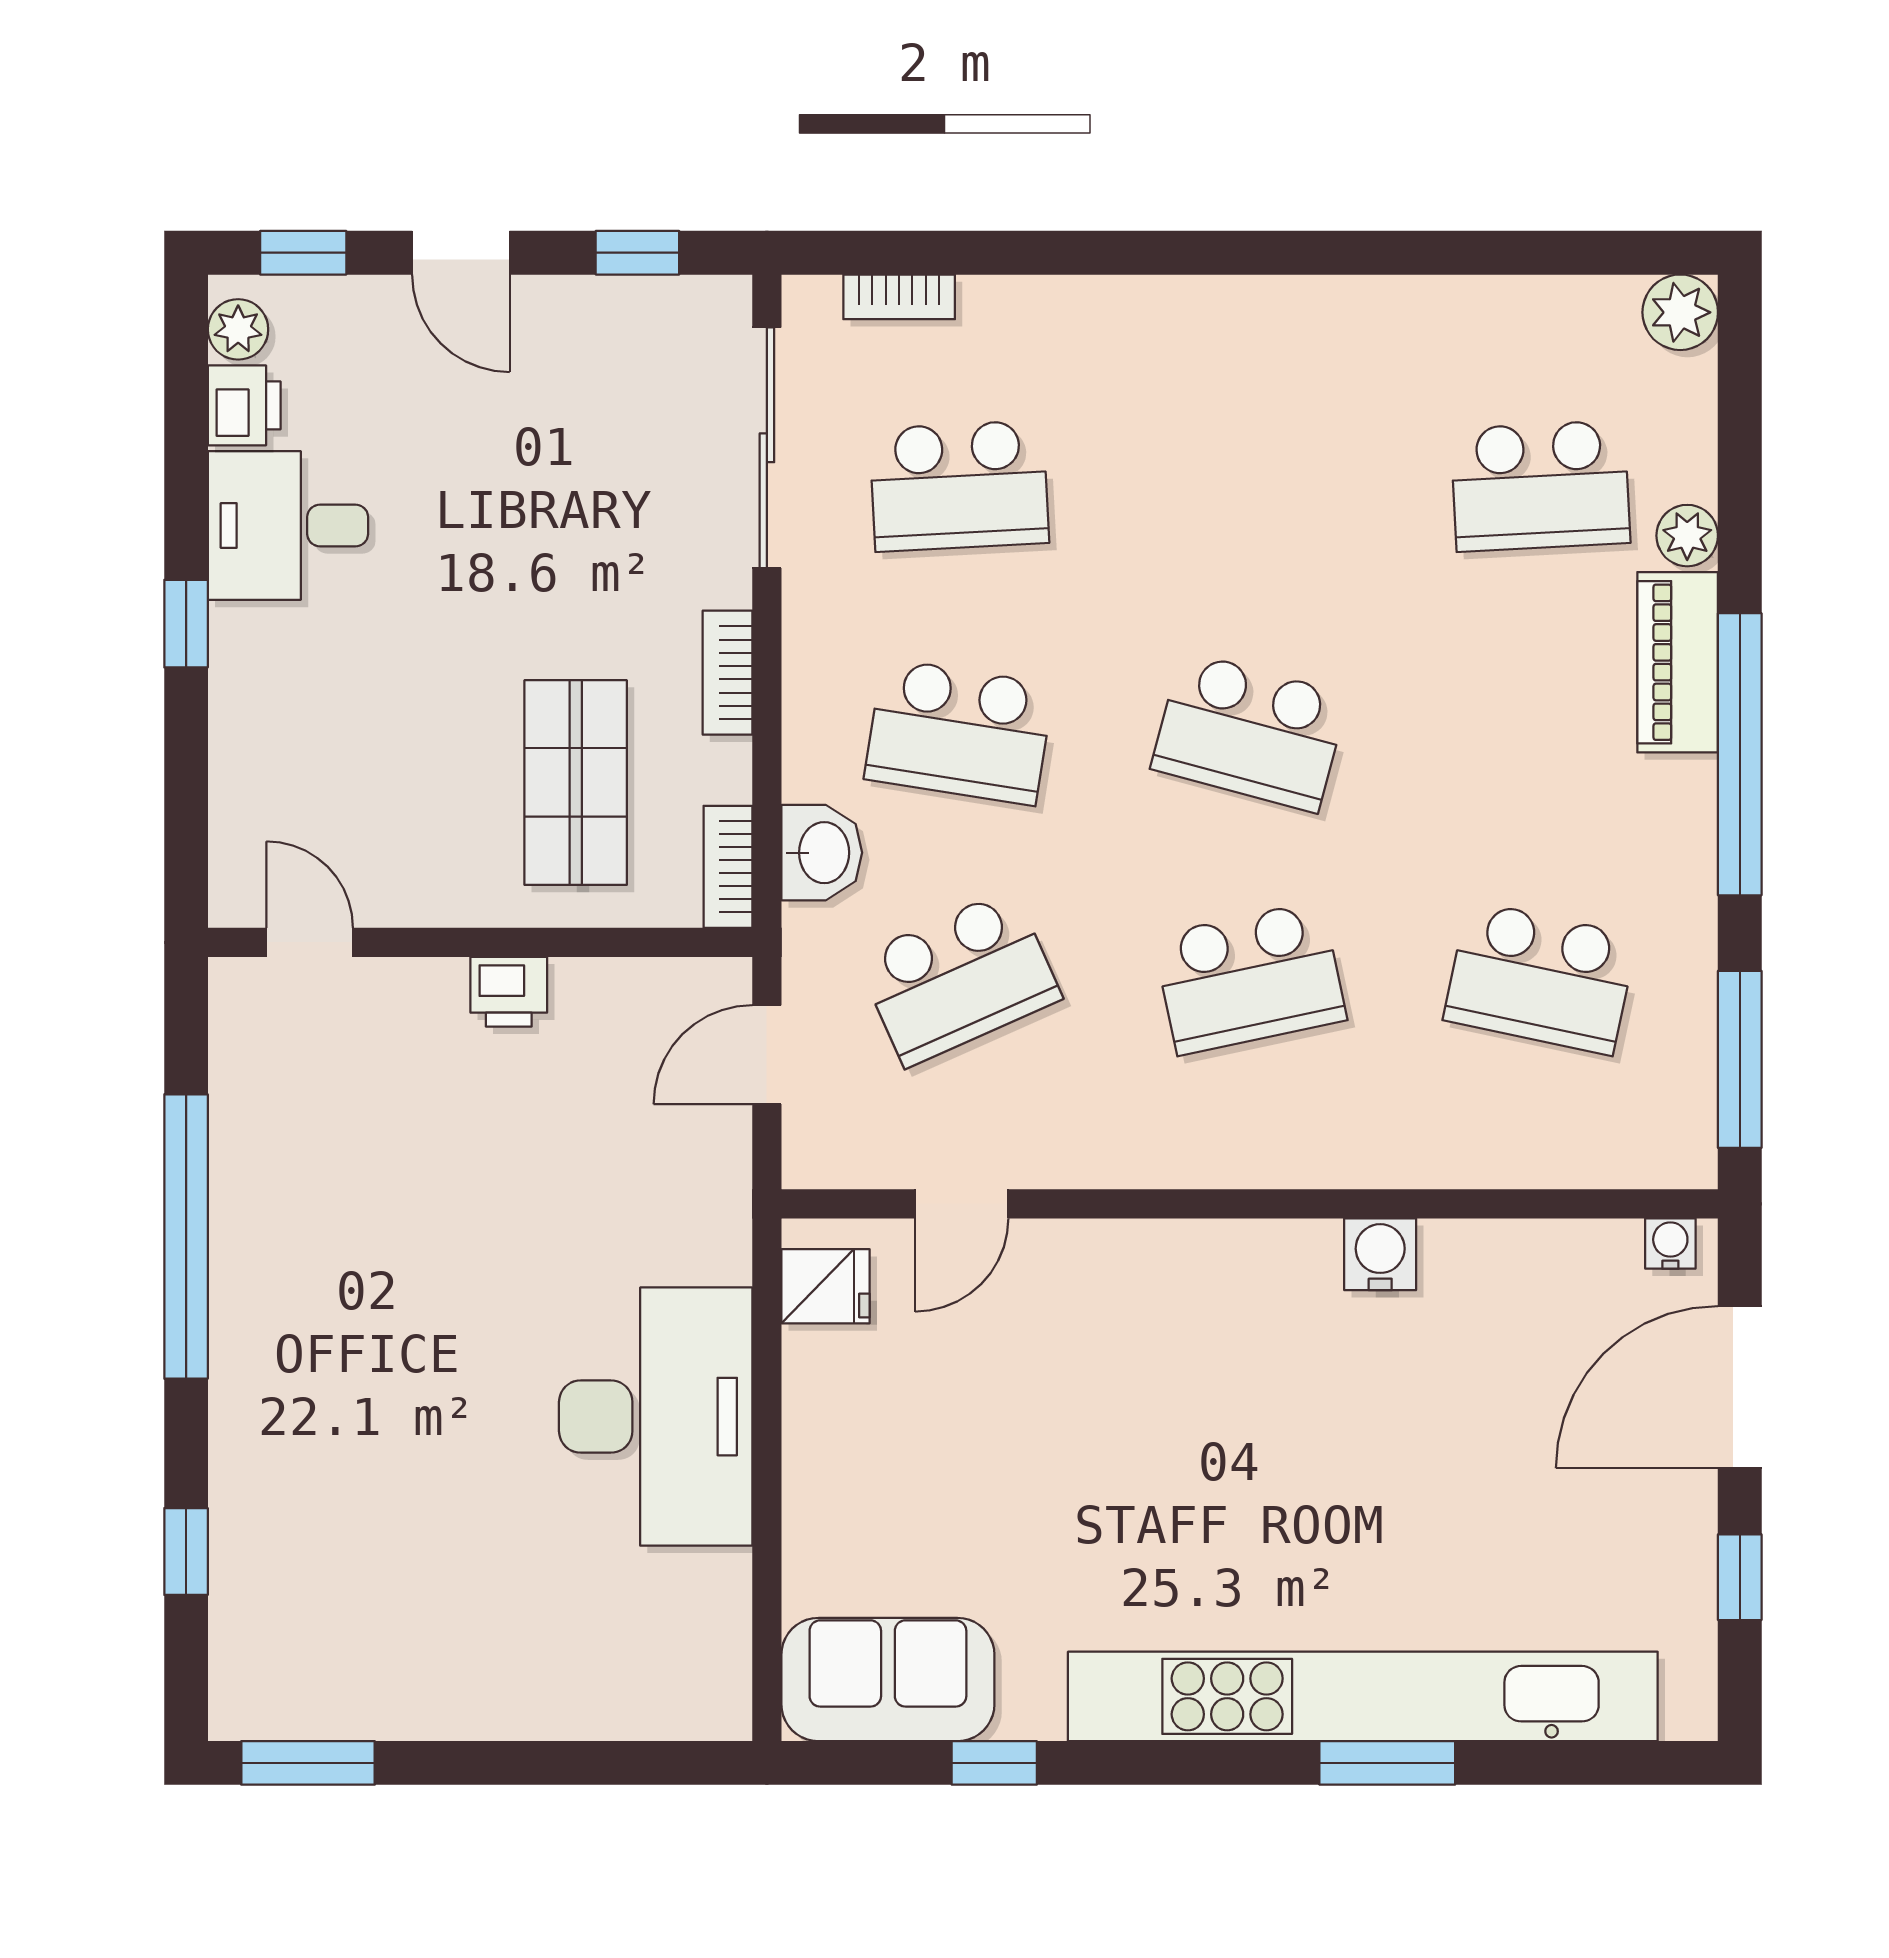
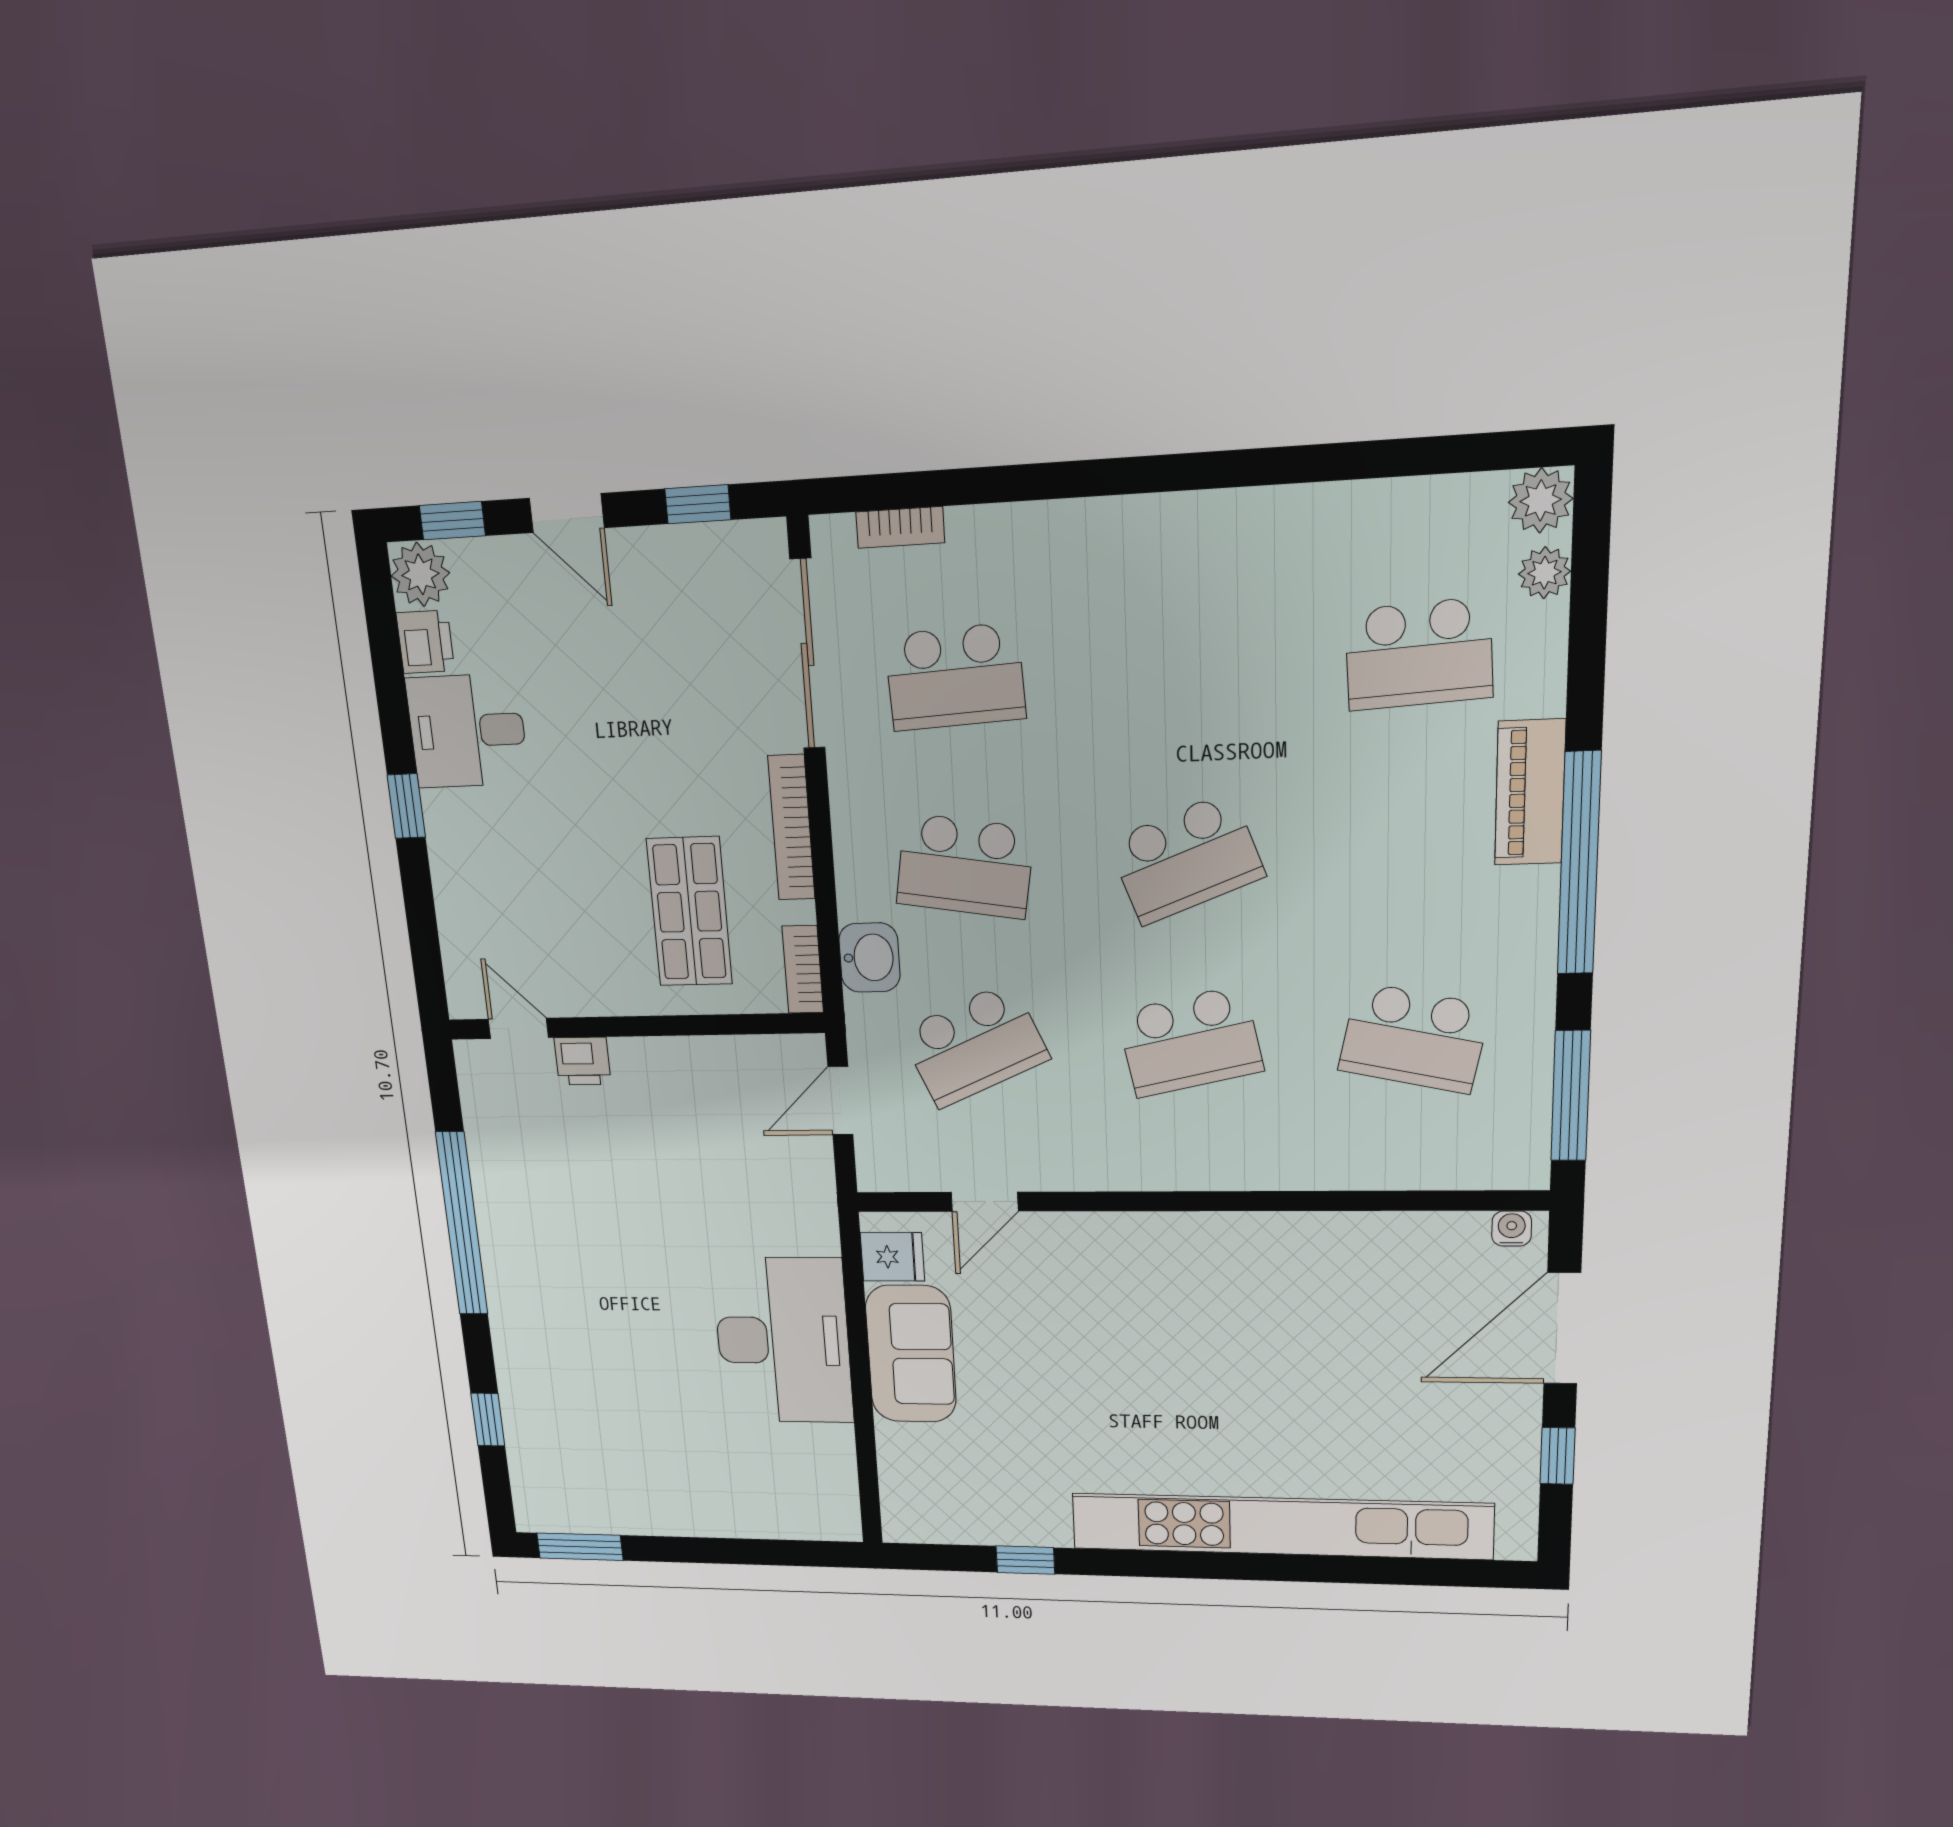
plant: (238, 329) -> (420, 574), width x1.38, depth x1.38
plant: (1687, 536) -> (1545, 573), moved
bookcase: (728, 673) -> (791, 828), width x1.56
school desk: (1250, 732) -> (1186, 859), turned -36
printer: (509, 992) -> (583, 1061), moved
water cooler: (1380, 1254) -> (1291, 1236), removed
sofa: (888, 1679) -> (911, 1354), moved, turned 90
window: (1387, 1763) -> (1298, 1568), removed

